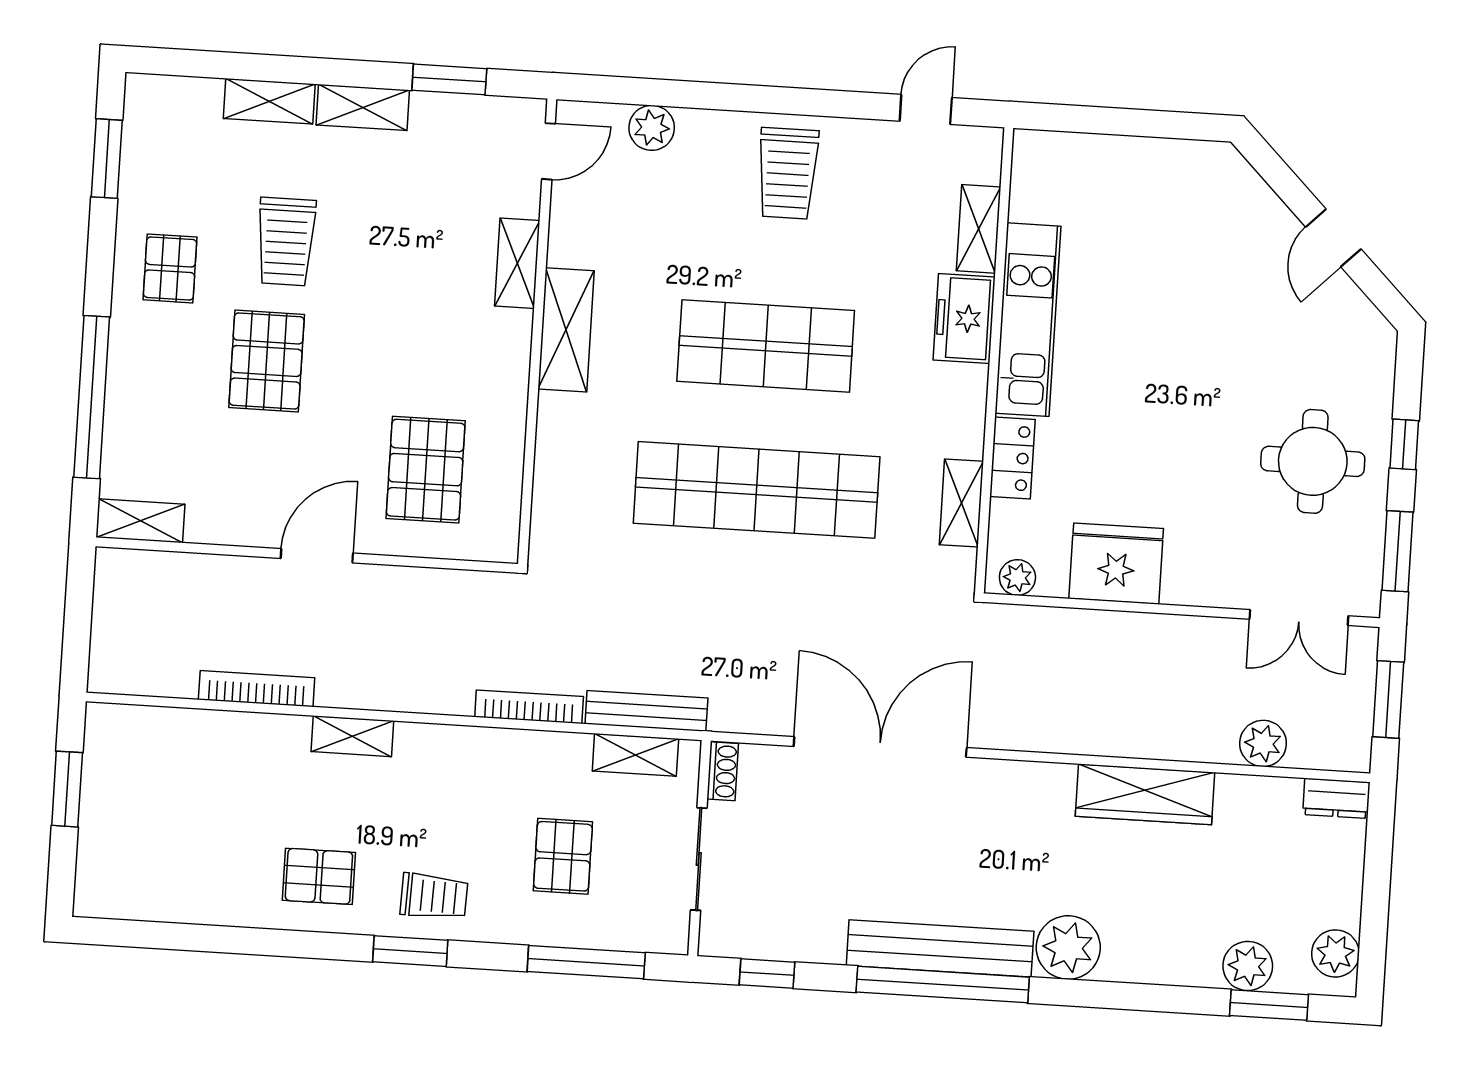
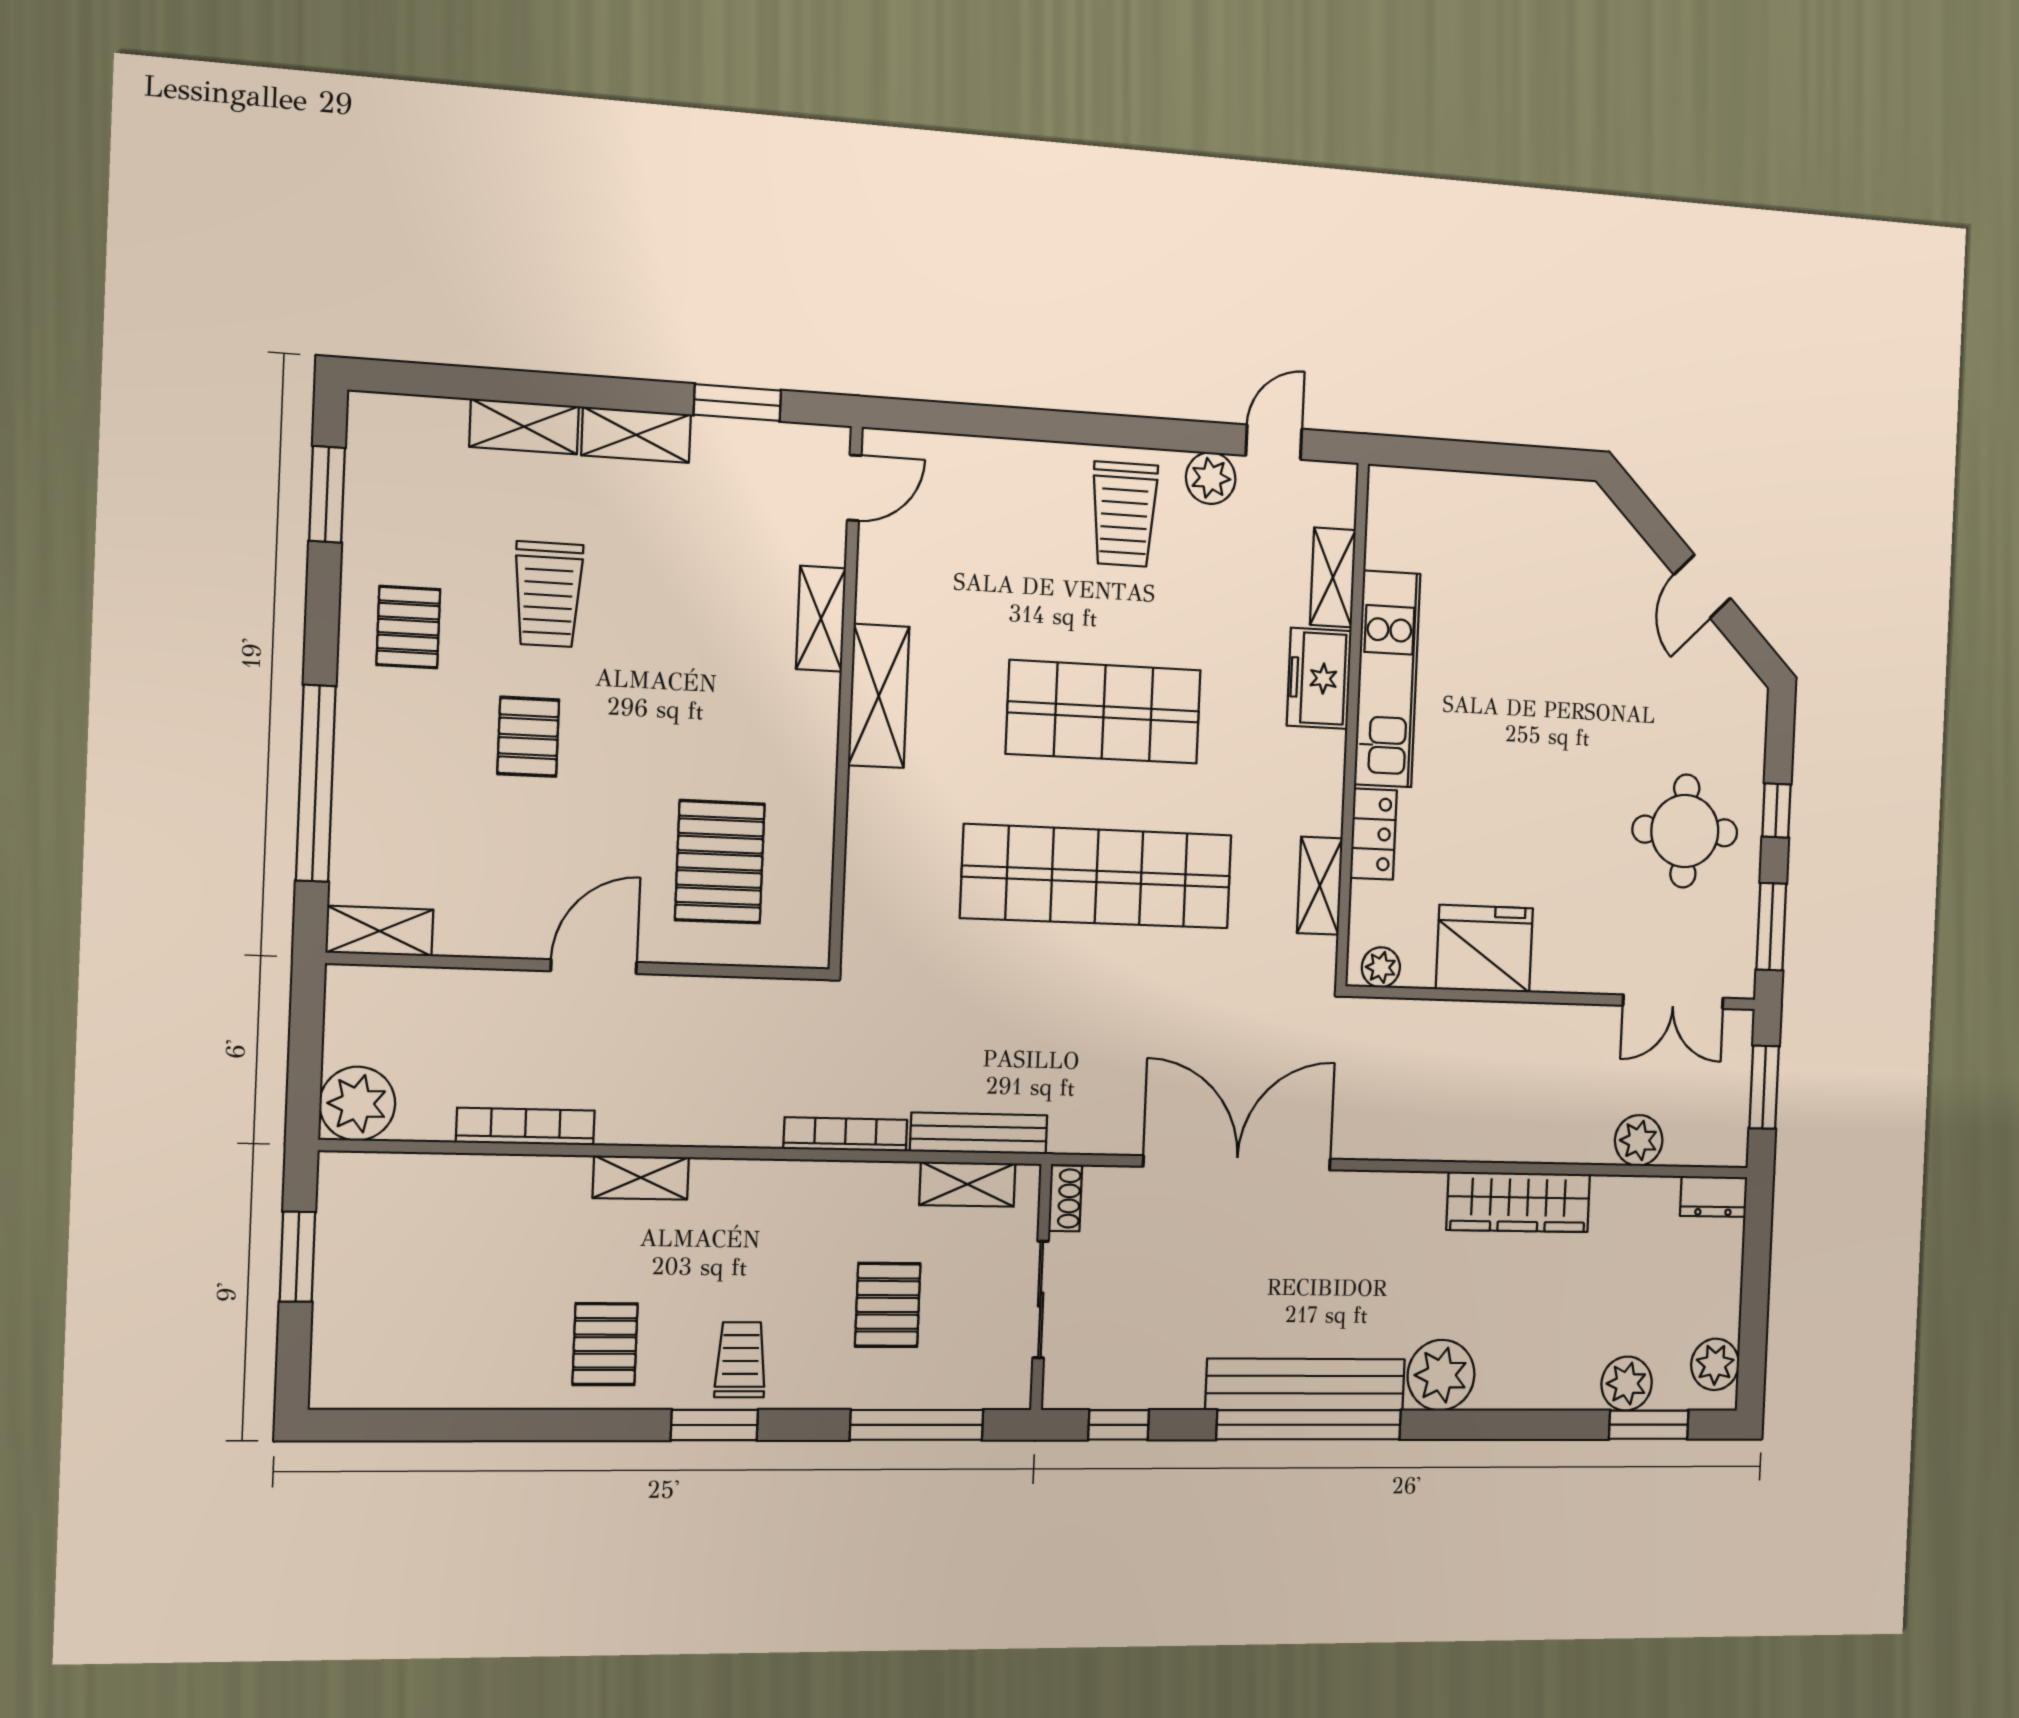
plant: (652, 128) -> (1211, 478), moved
pallet: (267, 361) -> (528, 737), width x0.67, depth x0.71
plant: (119, 664) -> (357, 1104), added
pallet: (319, 876) -> (605, 1344), turned 90
trolley: (434, 896) -> (741, 1360), turned -92

